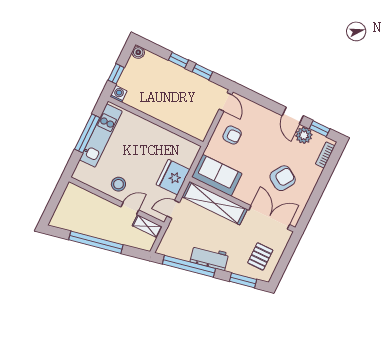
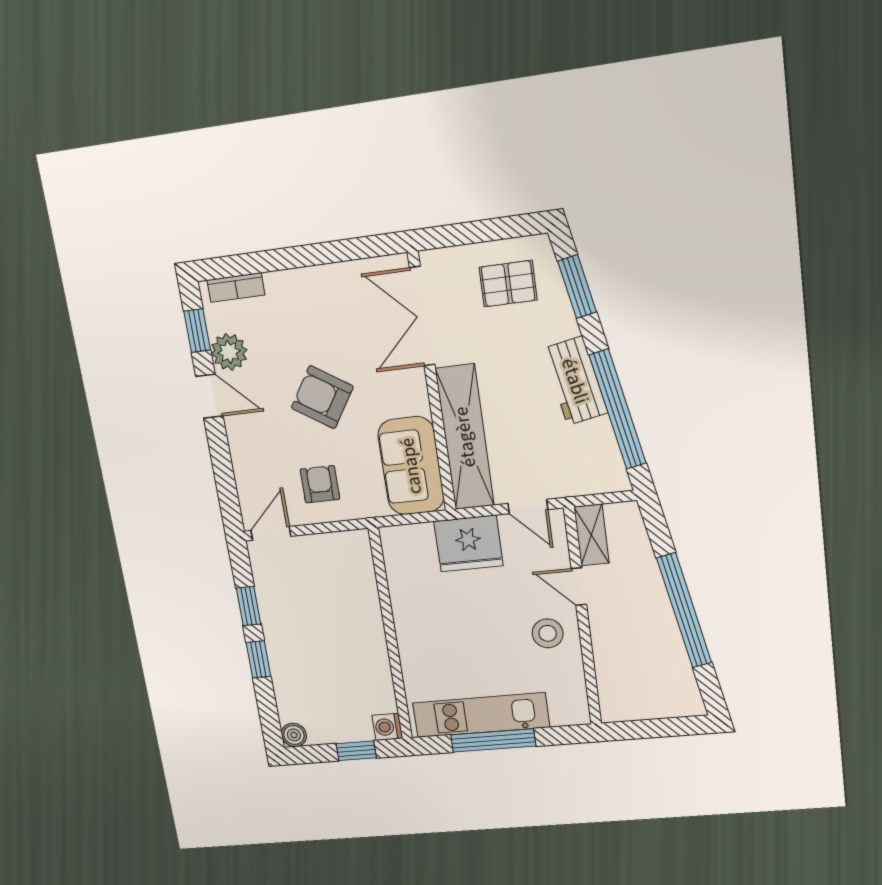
door: (293, 116) -> (209, 396), hinge flipped
armchair: (283, 178) -> (322, 397), moved

